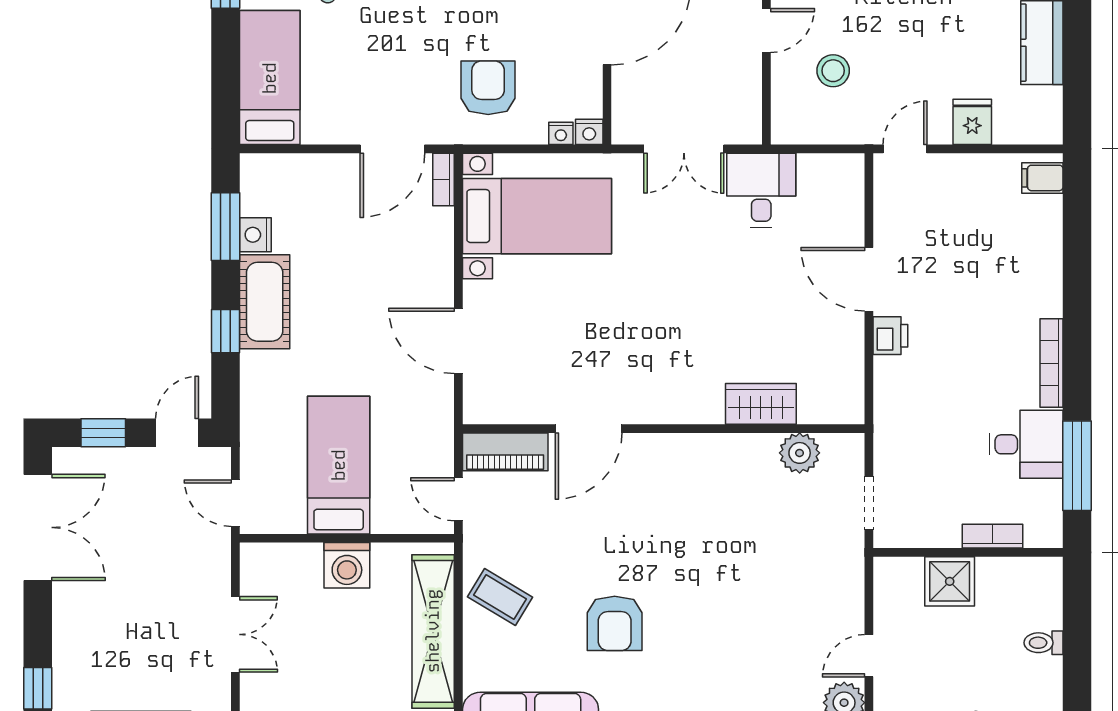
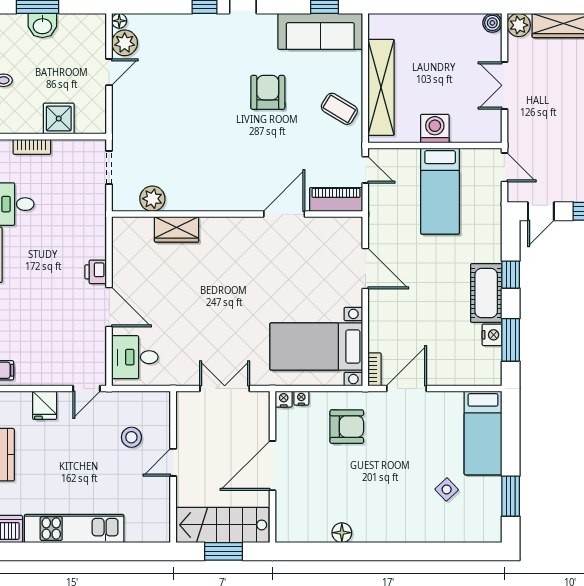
armchair: (488, 88) -> (347, 427), turned -90
desk: (761, 190) -> (135, 357), moved, turned 90

